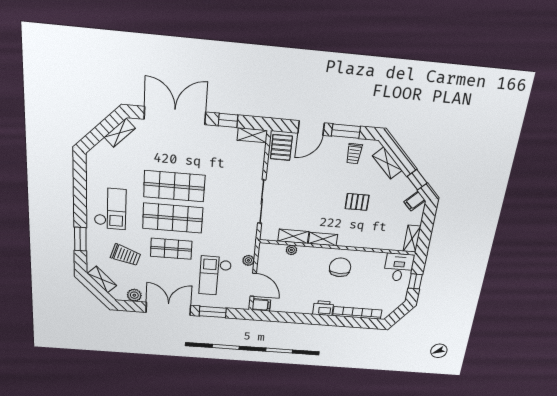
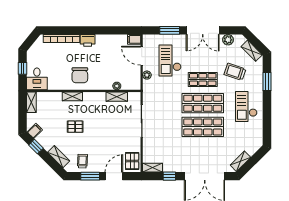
shelving: (323, 239) -> (72, 96), moved
checkout: (215, 276) -> (170, 61), turned 180

